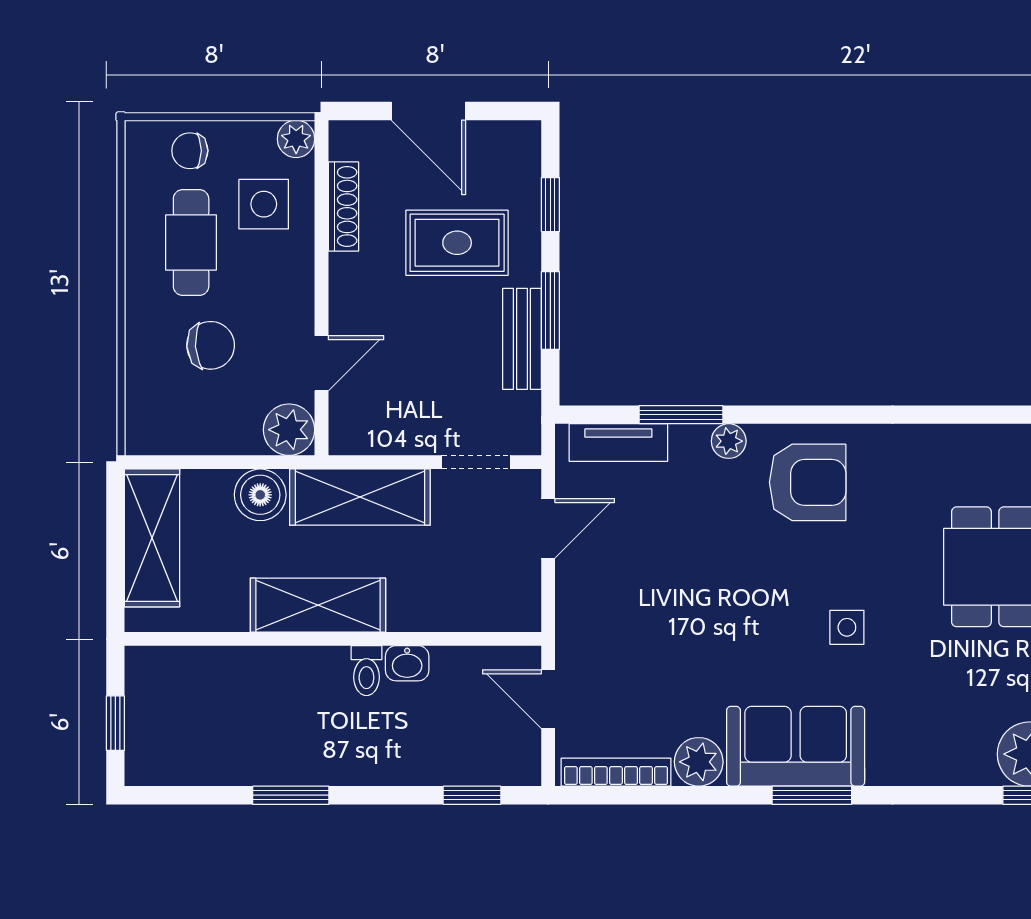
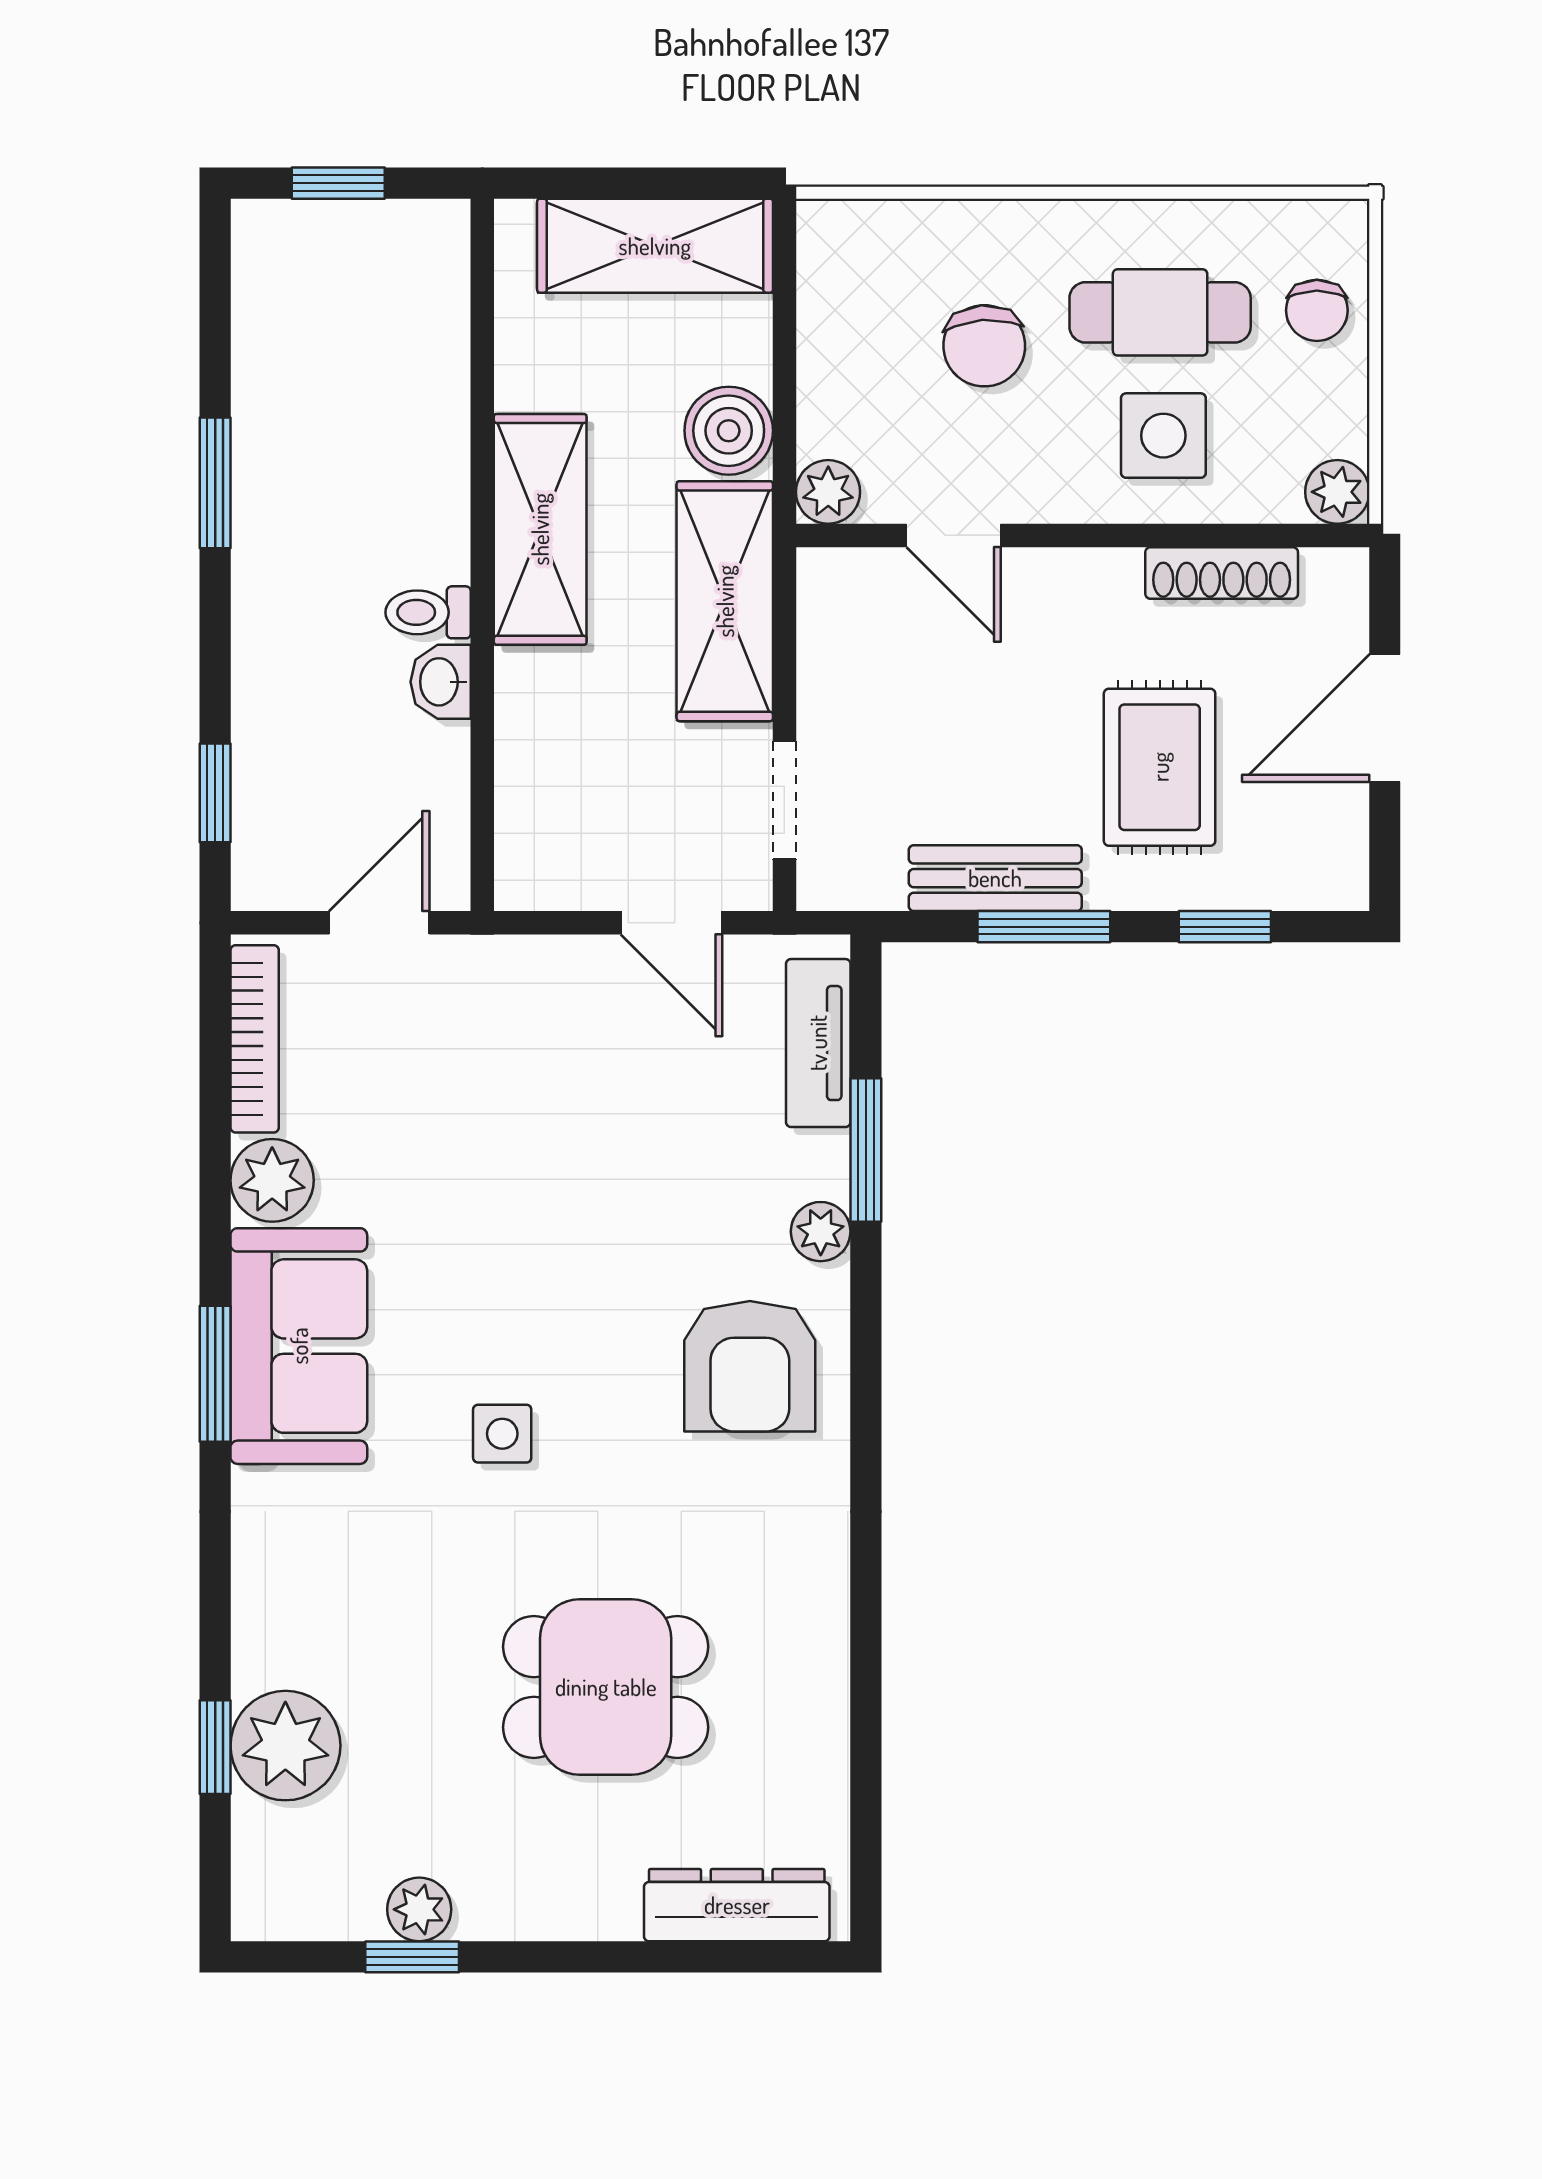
chair: (190, 151) -> (1317, 310), turned 180
side table: (264, 204) -> (1163, 436), moved
plant: (289, 430) -> (828, 492), width x0.73, depth x0.73

